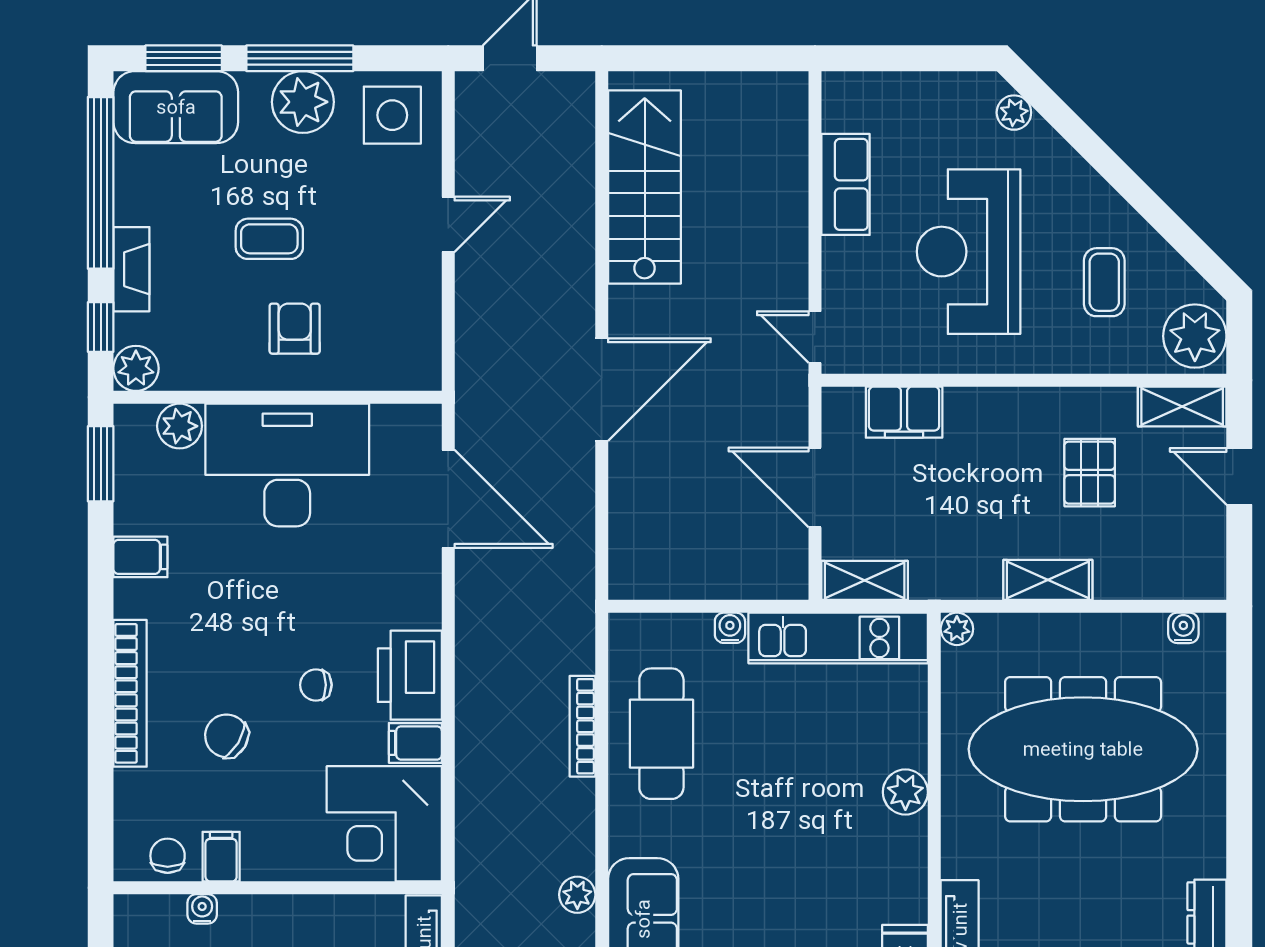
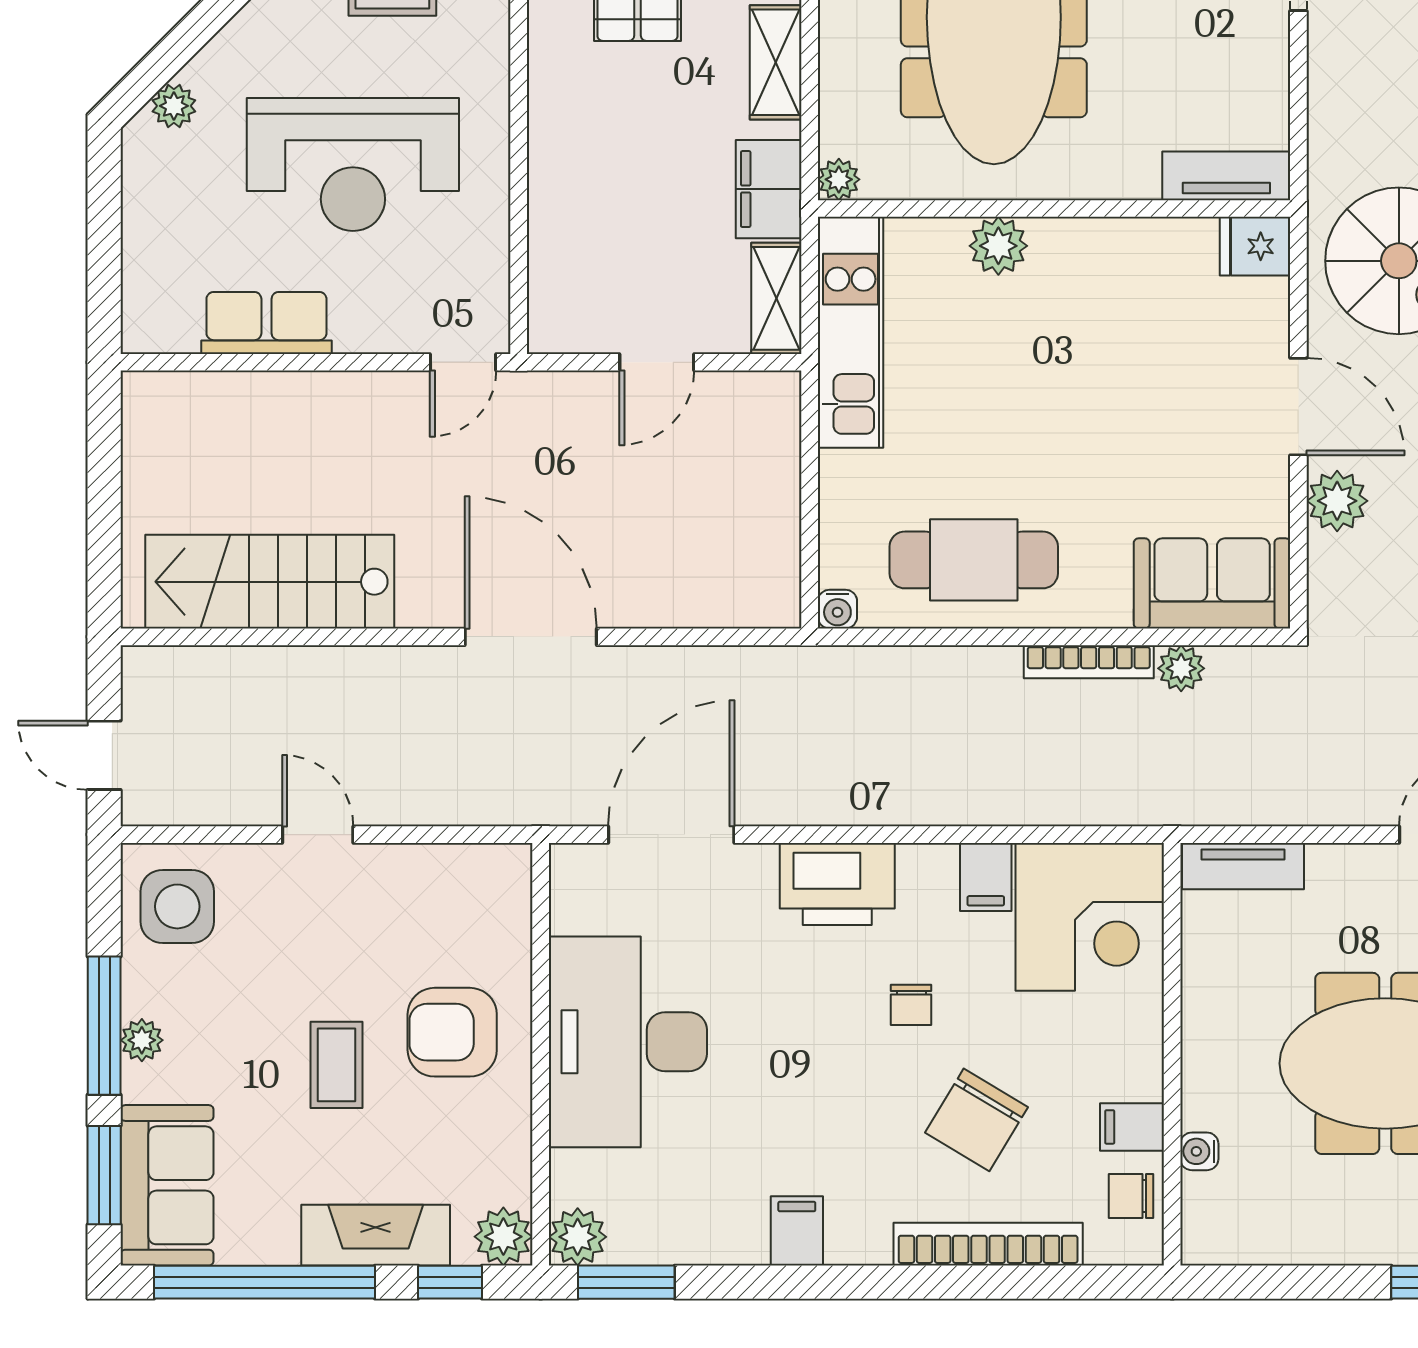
plant: (303, 102) -> (142, 1040), width x0.53, depth x0.53
fireplace: (131, 269) -> (376, 1235), width x1.37, depth x1.32
armchair: (295, 329) -> (452, 1032), width x1.38, depth x1.38
filing cabinet: (904, 412) -> (769, 189), moved, turned 180
plant: (180, 426) -> (578, 1237), moved
door: (815, 487) -> (657, 362), width x0.73
filing cabinet: (140, 557) -> (797, 1231), moved
water cooler: (730, 628) -> (837, 609), moved, turned -90
printer: (410, 675) -> (837, 884), moved
bookcase: (130, 693) -> (988, 1244), moved
bookcase: (582, 726) -> (1089, 662), moved
chair: (227, 736) -> (977, 1120), width x1.37, depth x1.37
plant: (905, 792) -> (998, 246), moved

